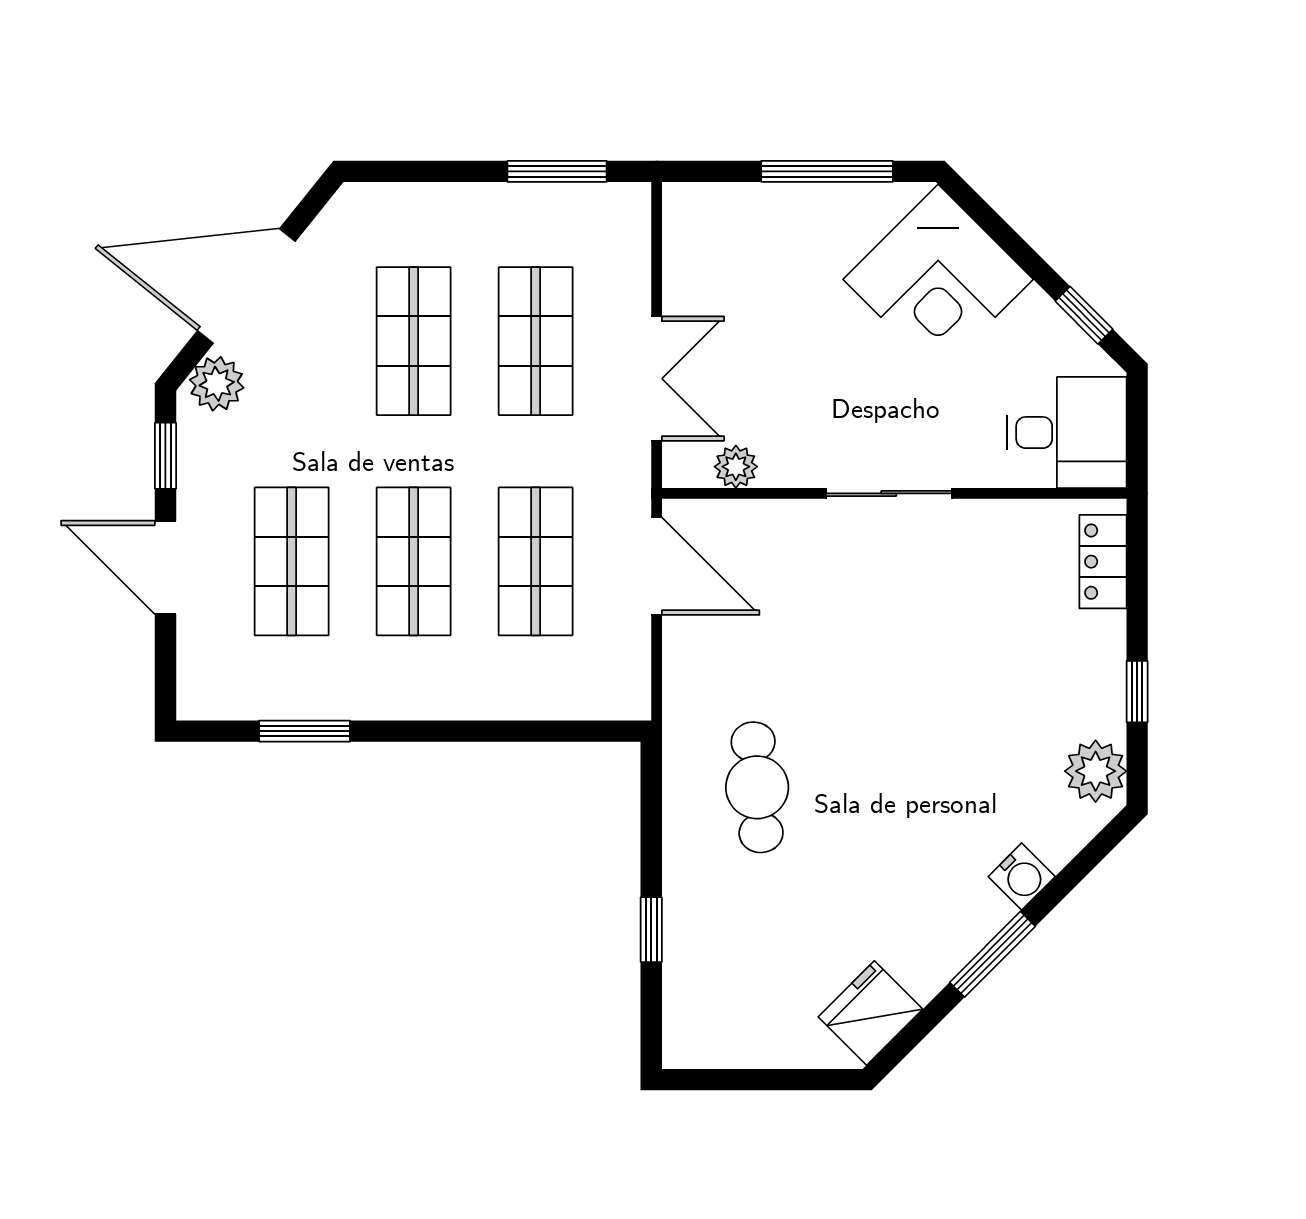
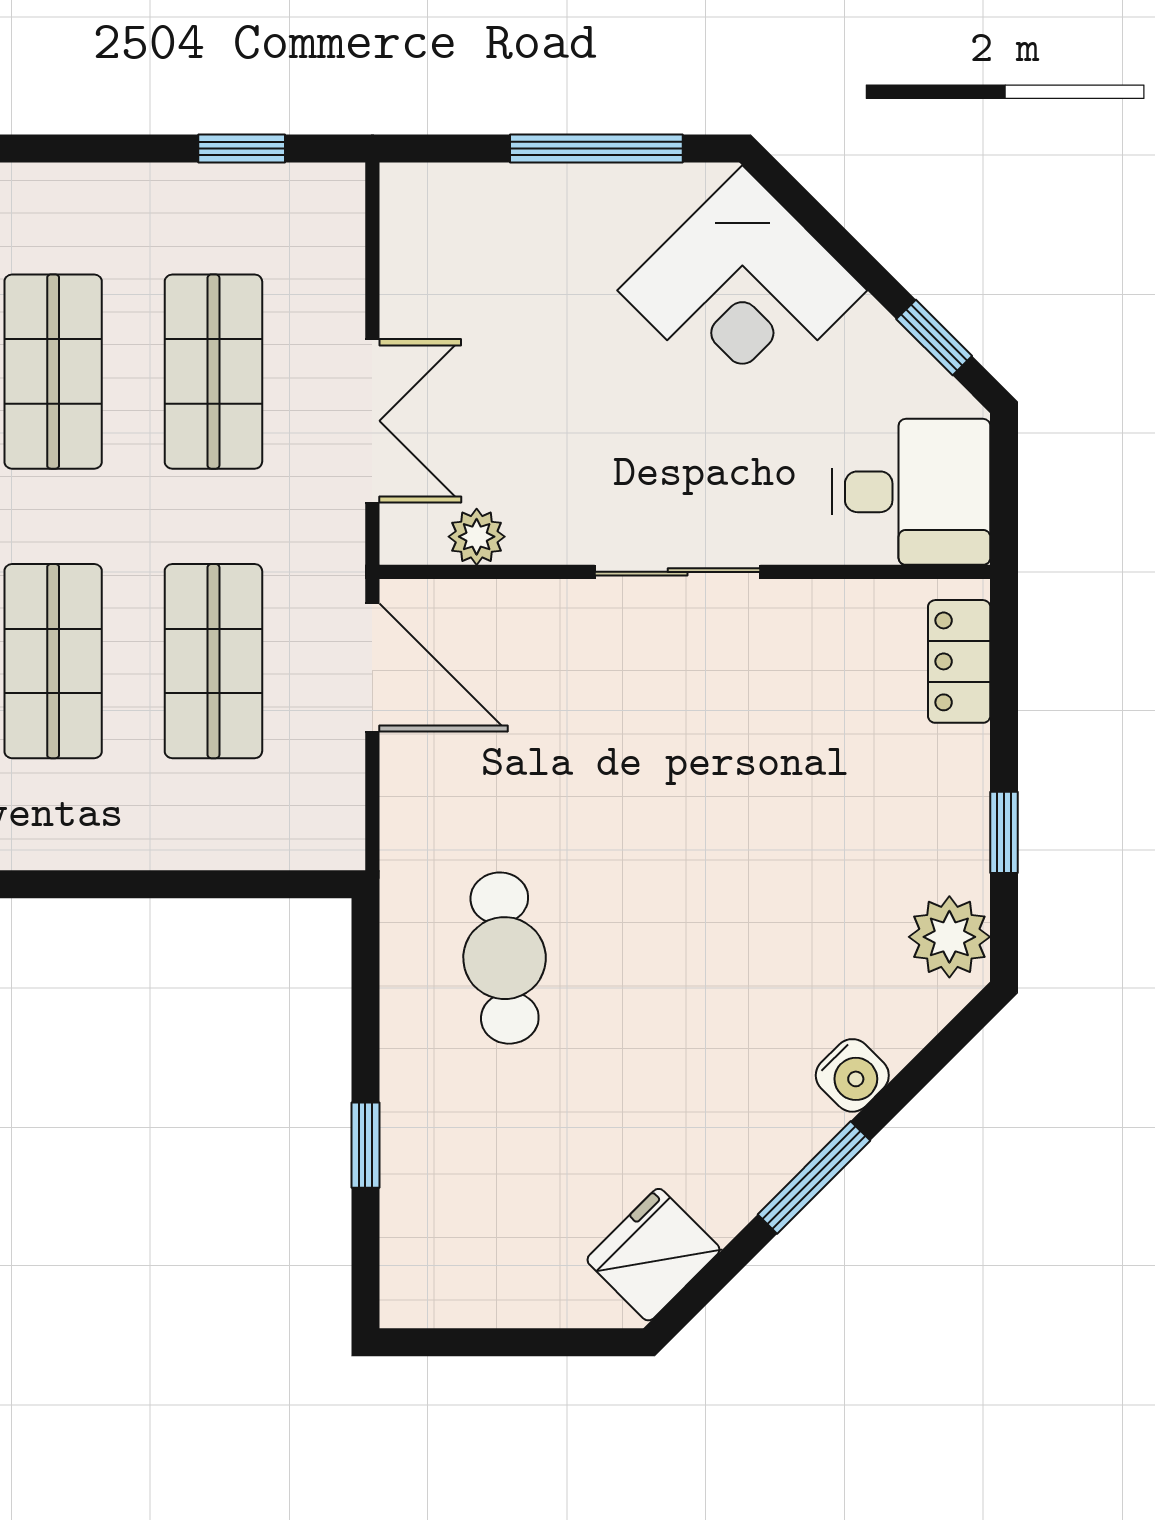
window: (557, 171) -> (242, 148), width x0.67

